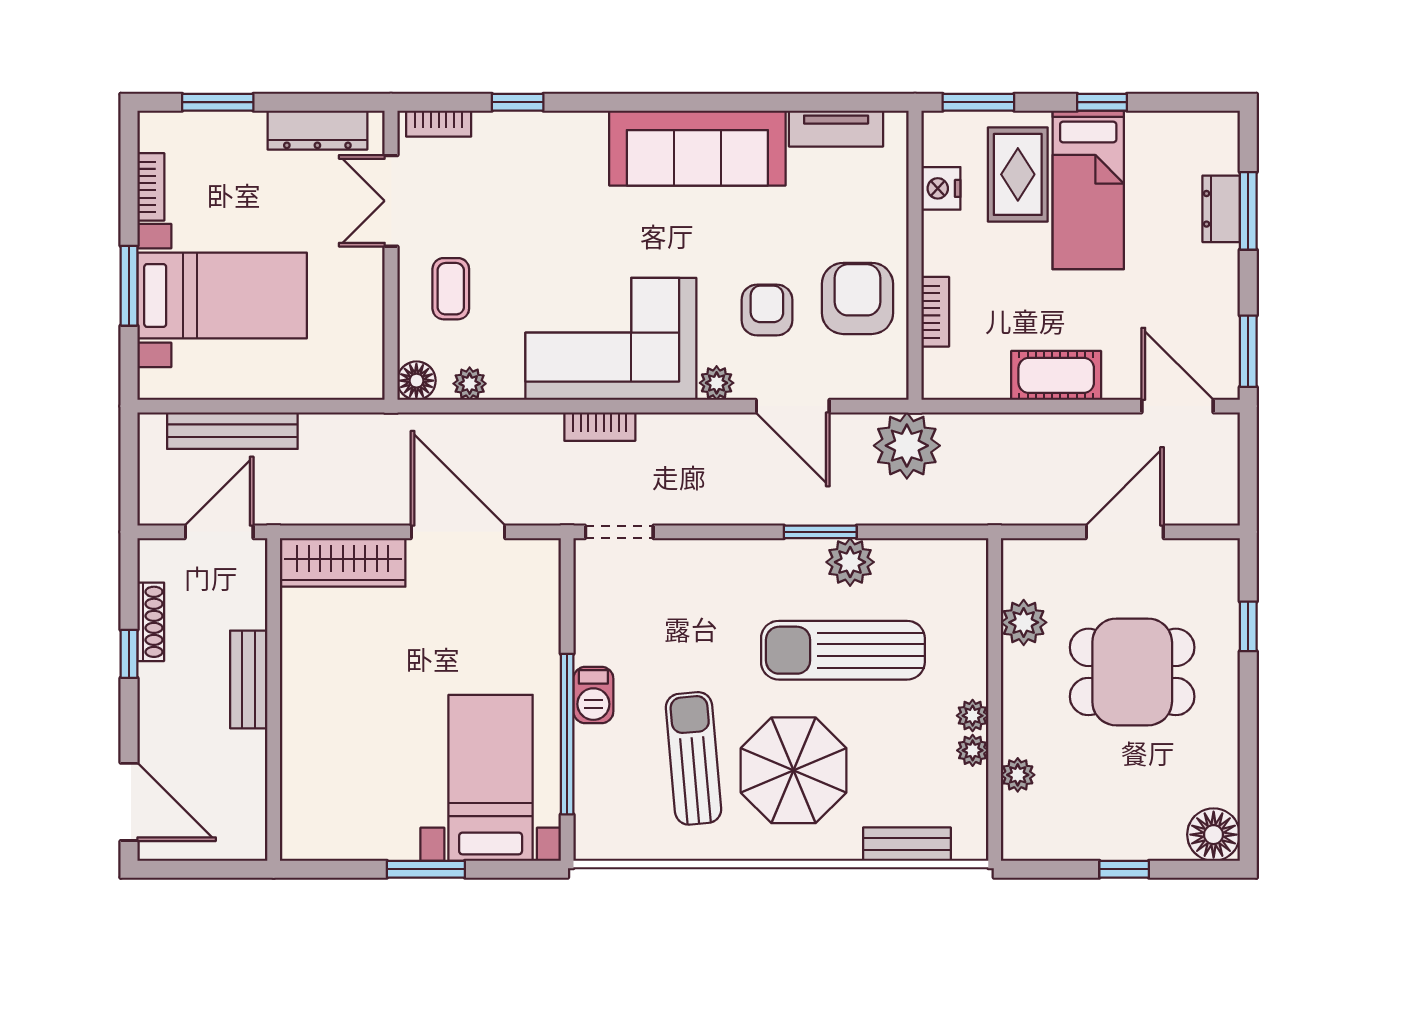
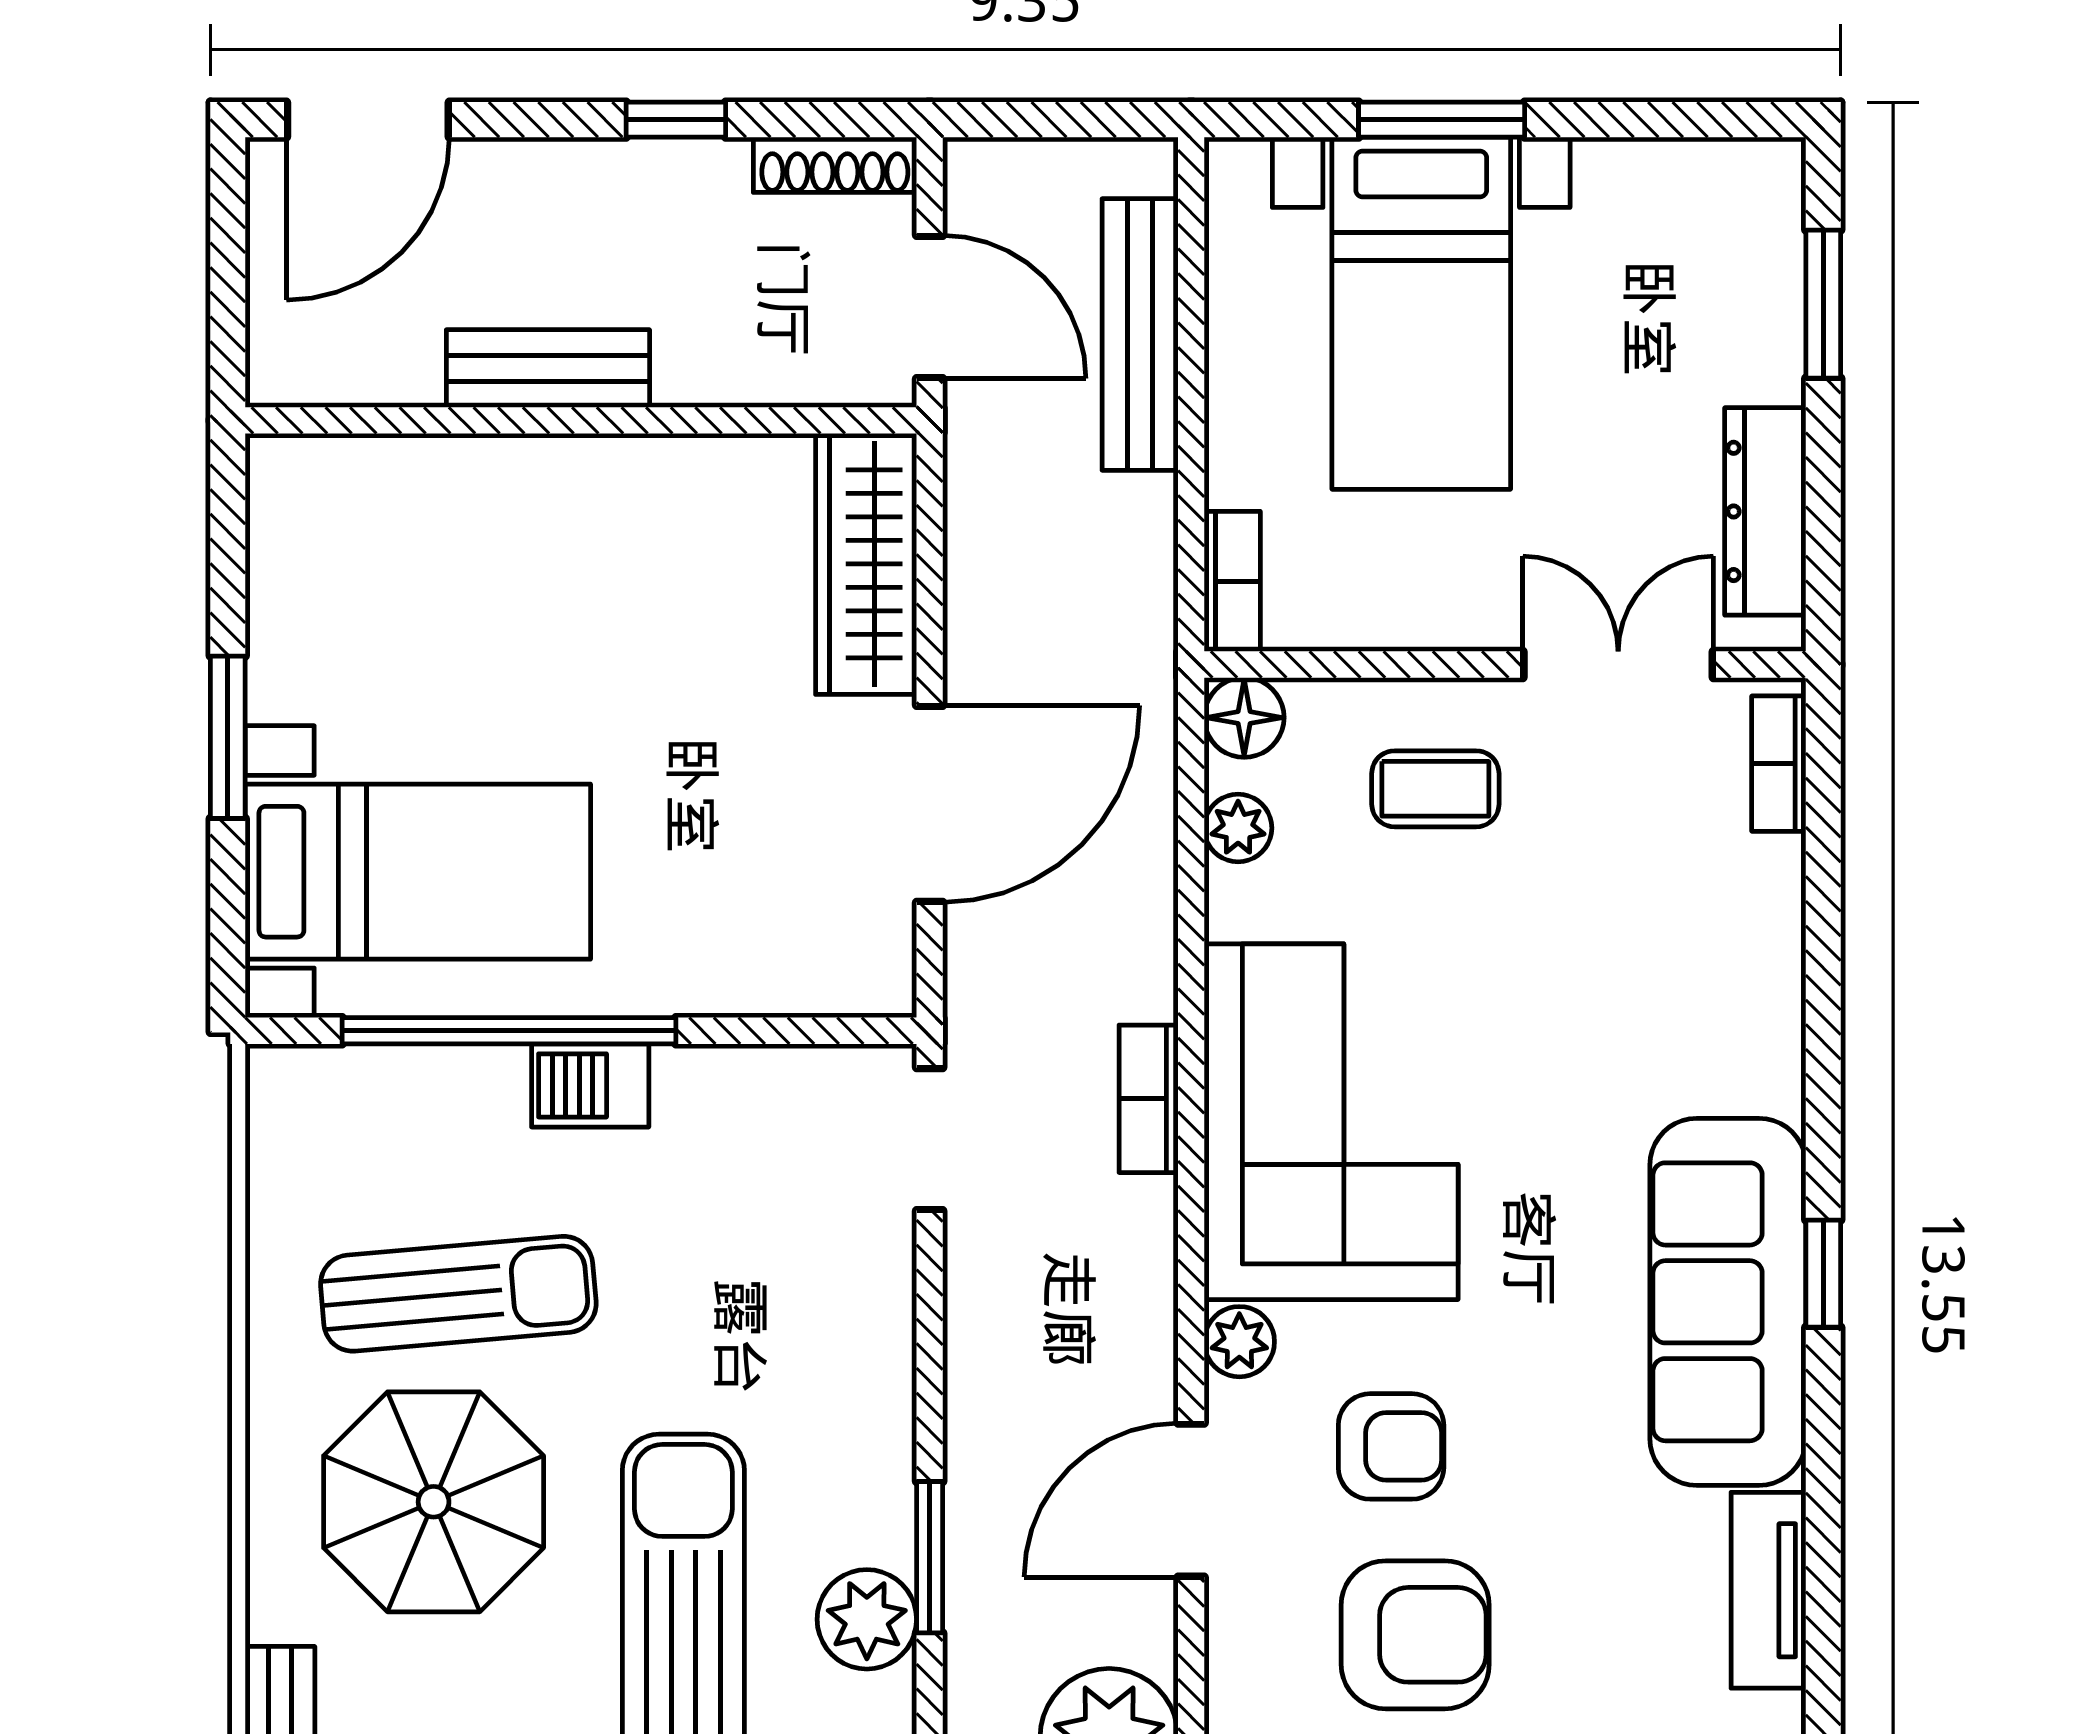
window: (518, 102) -> (1823, 1274), moved
bookcase: (151, 187) -> (1232, 581), moved, turned -90
shoe rack: (151, 622) -> (835, 165), moved
bench: (249, 679) -> (548, 368), moved

